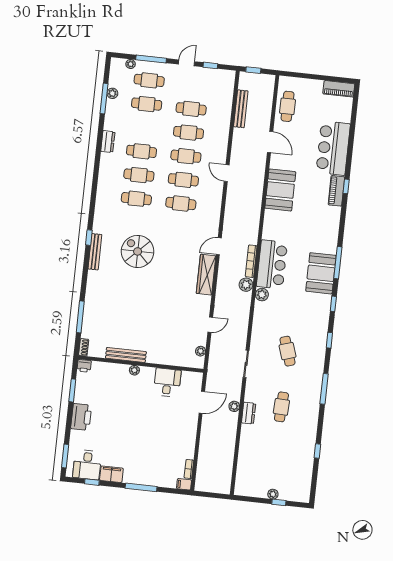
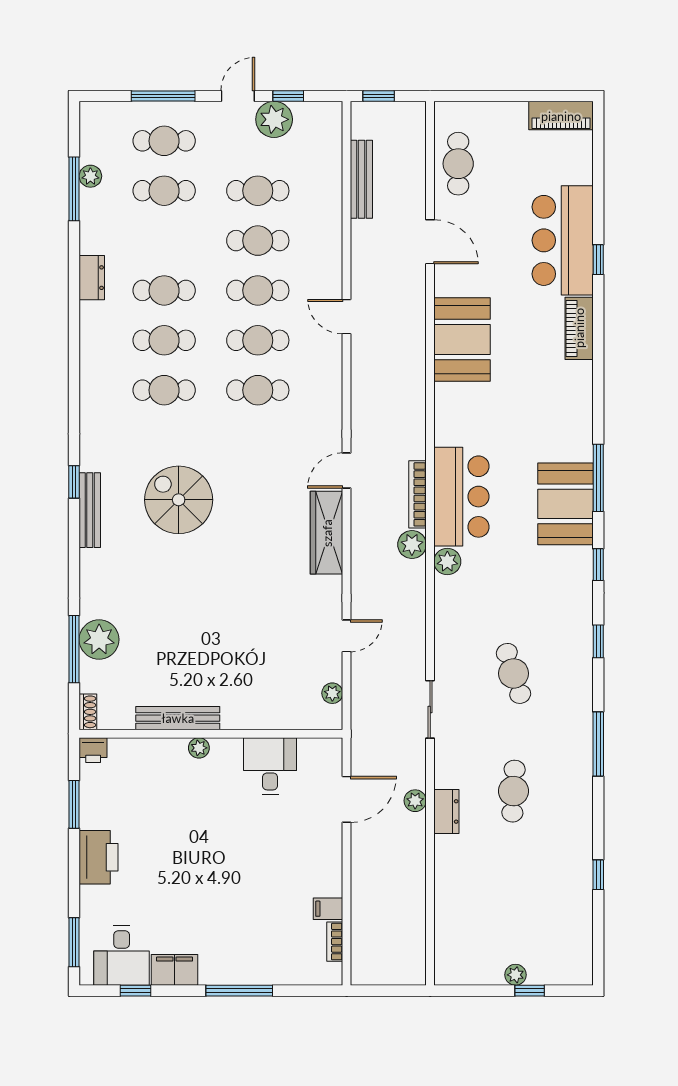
plant: (131, 64) -> (274, 119), moved, width x1.88, depth x1.88
window: (346, 186) -> (598, 260), moved
plant: (93, 314) -> (99, 640), added
filing cabinet: (184, 484) -> (328, 909), moved

